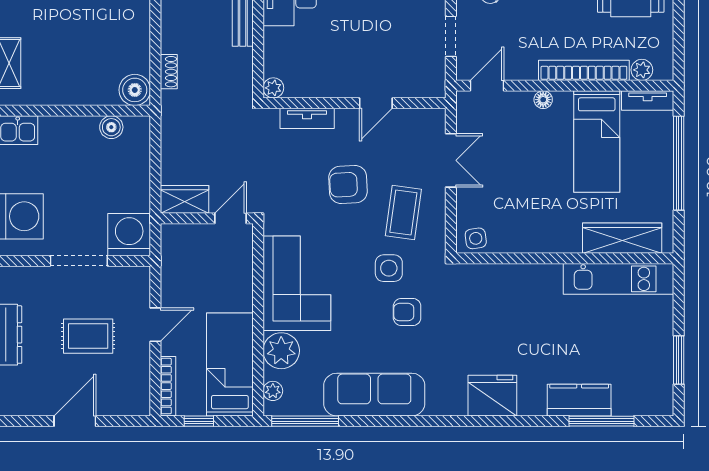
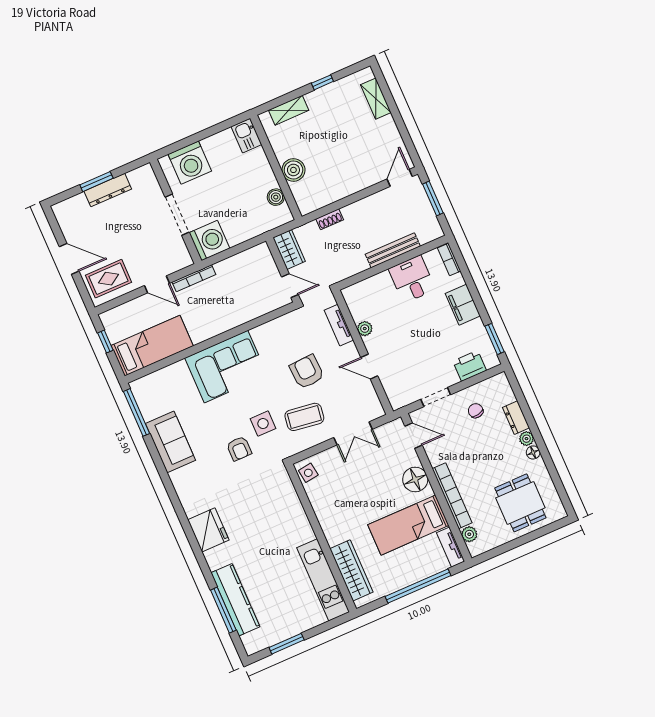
plant: (273, 88) -> (365, 329), moved
boiler: (135, 90) -> (293, 170), moved
floor lamp: (543, 100) -> (415, 479), width x1.89, depth x1.89
wardrobe: (184, 199) -> (289, 249), moved
wall: (207, 218) -> (283, 270), moved
door: (230, 218) -> (290, 286), moved
armchair: (407, 312) -> (239, 449), turned 180
rug: (88, 336) -> (109, 279), moved, turned 90
plant: (281, 351) -> (176, 376), removed
bookcase: (168, 386) -> (194, 278), moved
plant: (273, 391) -> (147, 382), removed
sofa: (374, 395) -> (170, 442), width x0.73
kitchen counter: (579, 400) -> (235, 600), width x1.50

